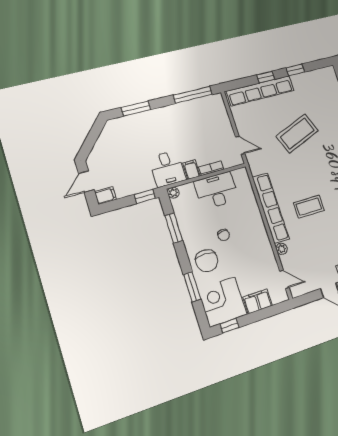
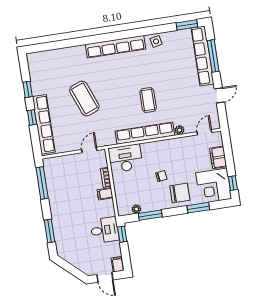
desk: (167, 169) -> (105, 230), moved
desk: (216, 191) -> (125, 158), moved, turned 90
plant: (173, 193) -> (136, 209), moved

